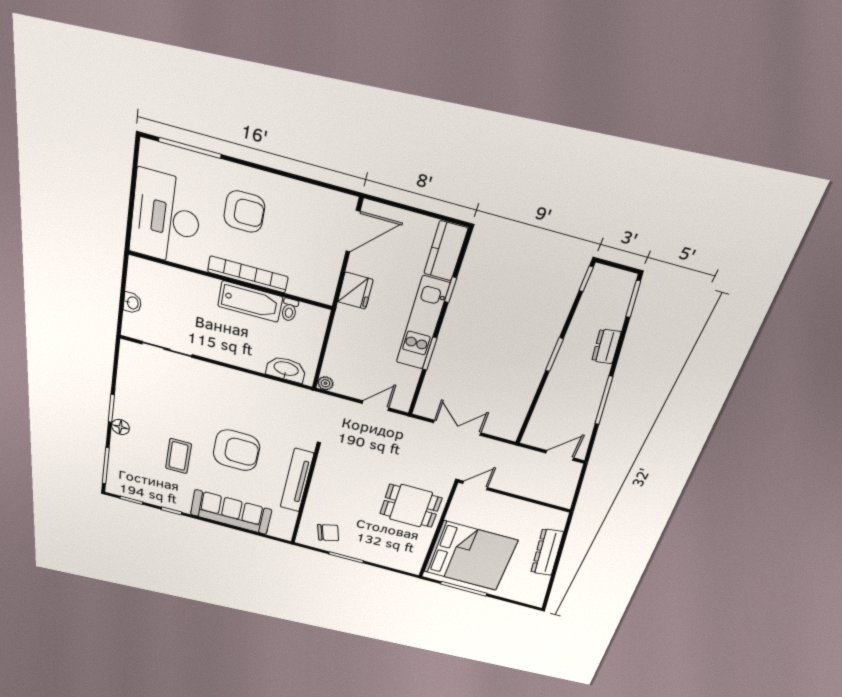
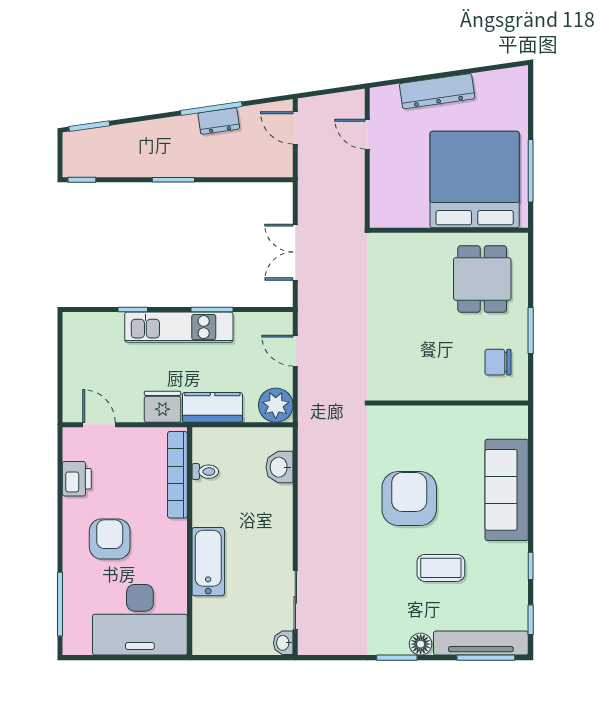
printer: (307, 197) -> (77, 479), added
door: (353, 231) -> (99, 425), width x0.73
kitchen counter: (446, 251) -> (212, 407), moved, turned 180
bookcase: (248, 274) -> (177, 475), moved
bathtub: (250, 302) -> (208, 562), moved
washbasin: (132, 303) -> (283, 643), moved, turned -90
dresser: (606, 346) -> (219, 121), moved
washbasin: (286, 369) -> (279, 467), width x0.72
plant: (325, 383) -> (276, 405), width x1.88, depth x1.88
tv unit: (297, 480) -> (481, 643), moved, turned 180
door: (475, 485) -> (367, 134), moved
dining table: (411, 506) -> (482, 279), moved
chair: (328, 533) -> (498, 362), turned -74

